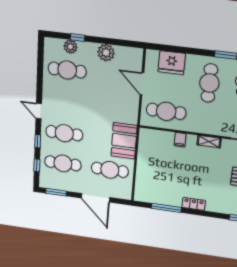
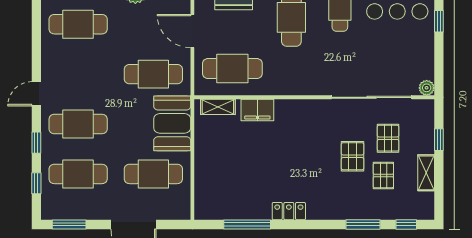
cafe table: (114, 108) -> (153, 74), added
door: (39, 111) -> (36, 94), hinge flipped
filing cabinet: (180, 140) -> (257, 110), width x2.00
shelving: (209, 142) -> (218, 107), moved

